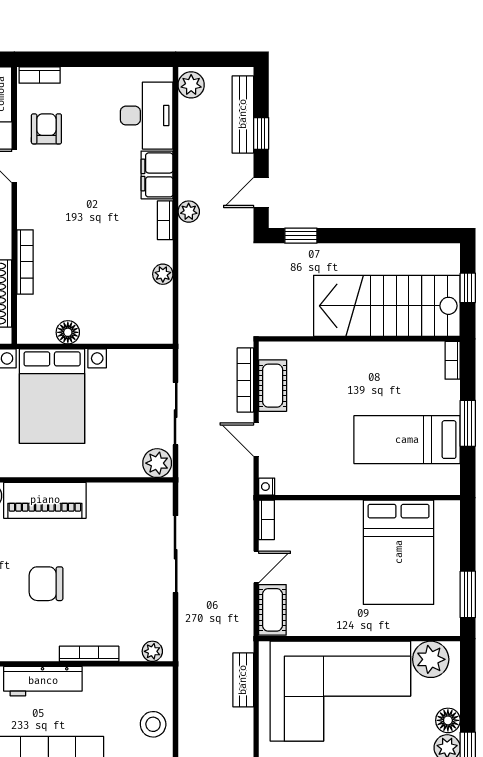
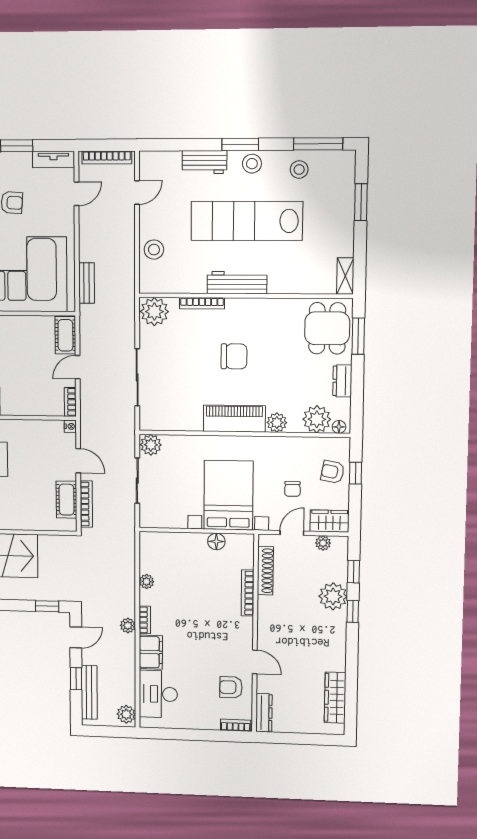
armchair: (46, 129) -> (231, 687), turned 90
plant: (152, 651) -> (154, 312), width x1.88, depth x1.88

